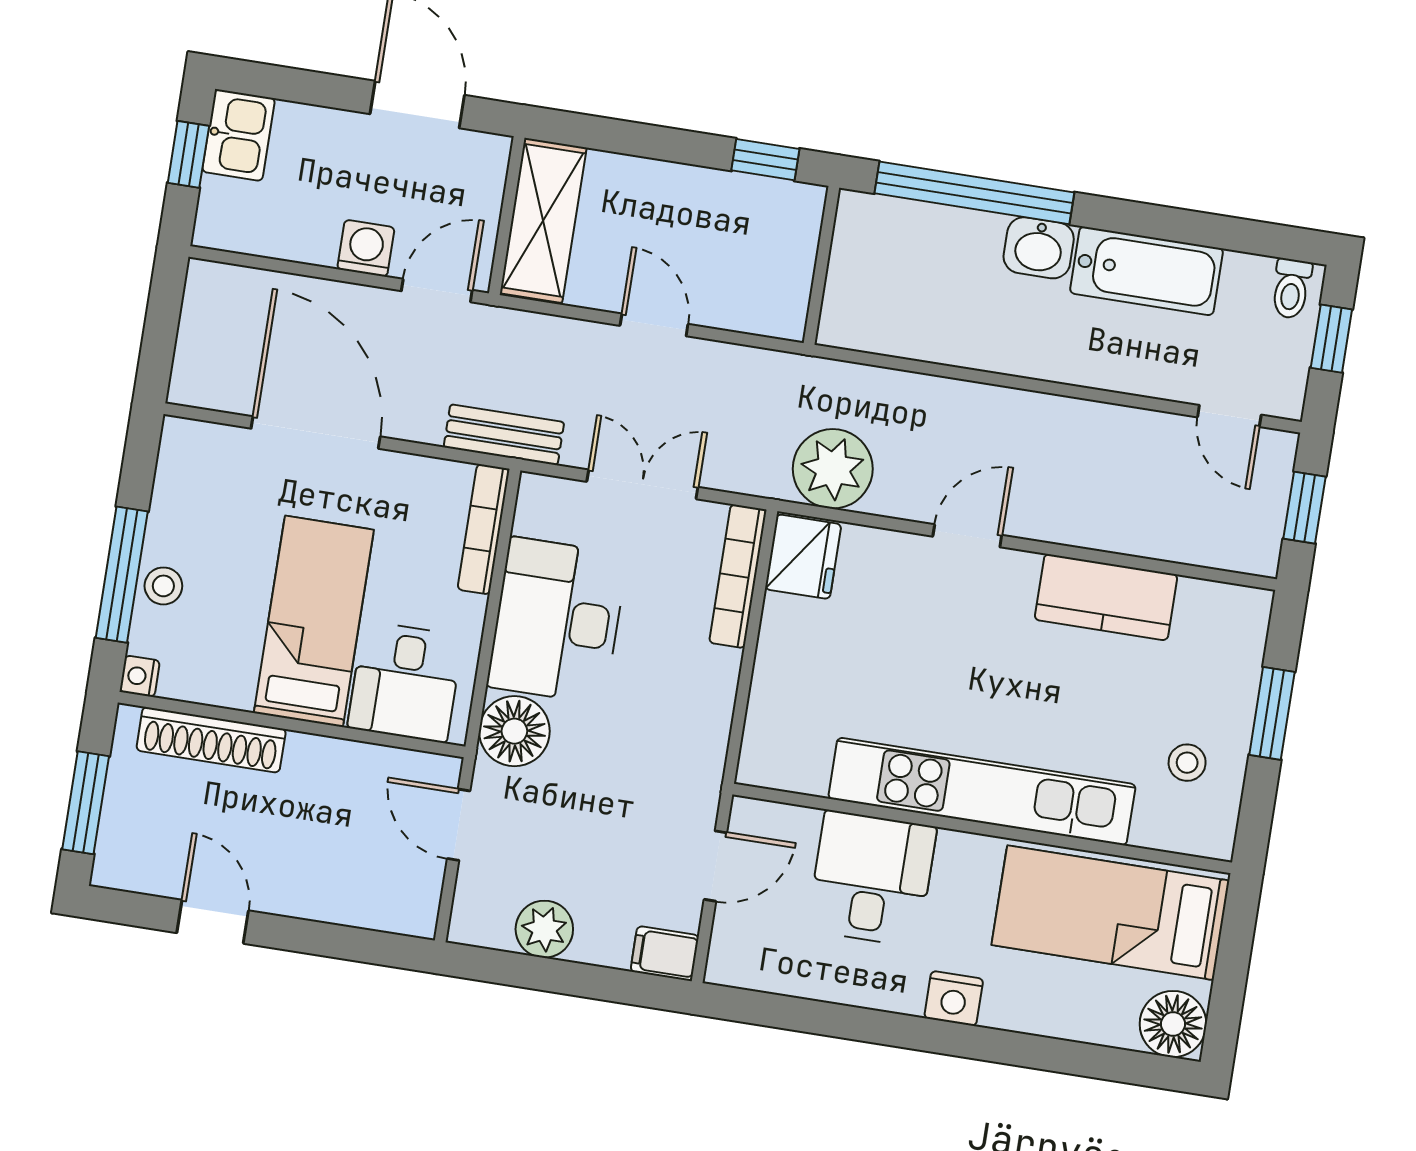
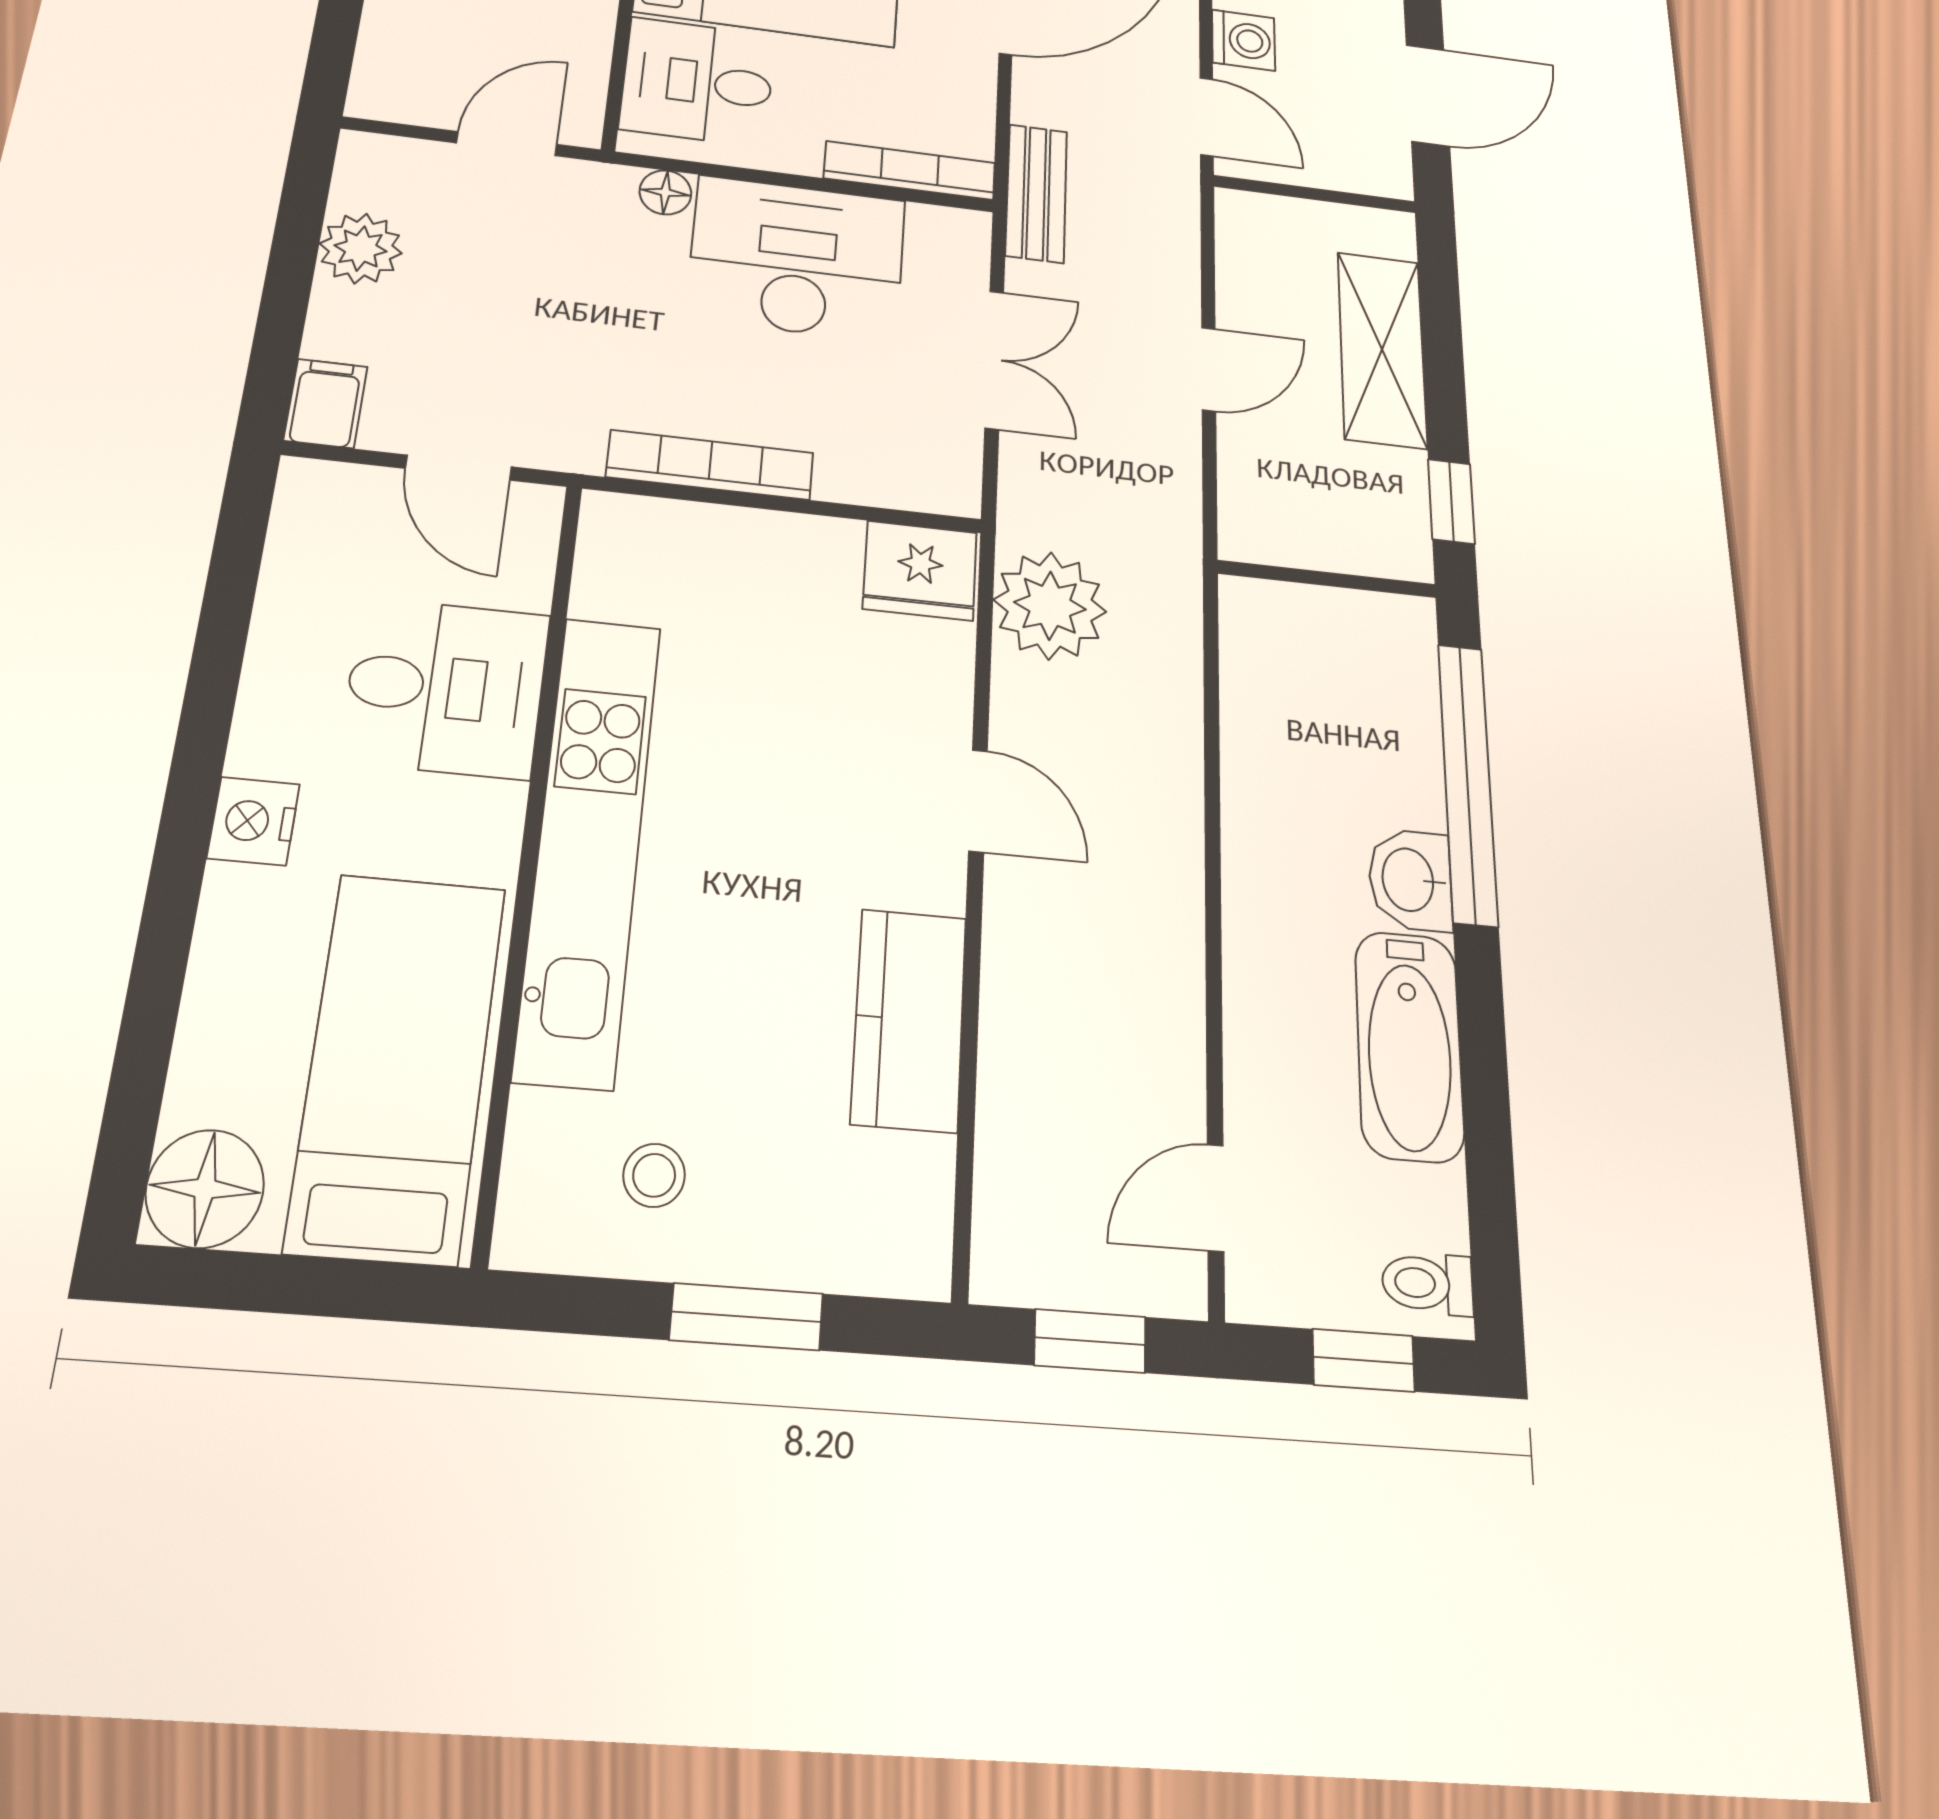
shelving: (543, 220) -> (1382, 349), moved, turned 90
bookcase: (738, 576) -> (710, 465), moved
floor lamp: (514, 731) -> (665, 192), width x0.53, depth x0.53

